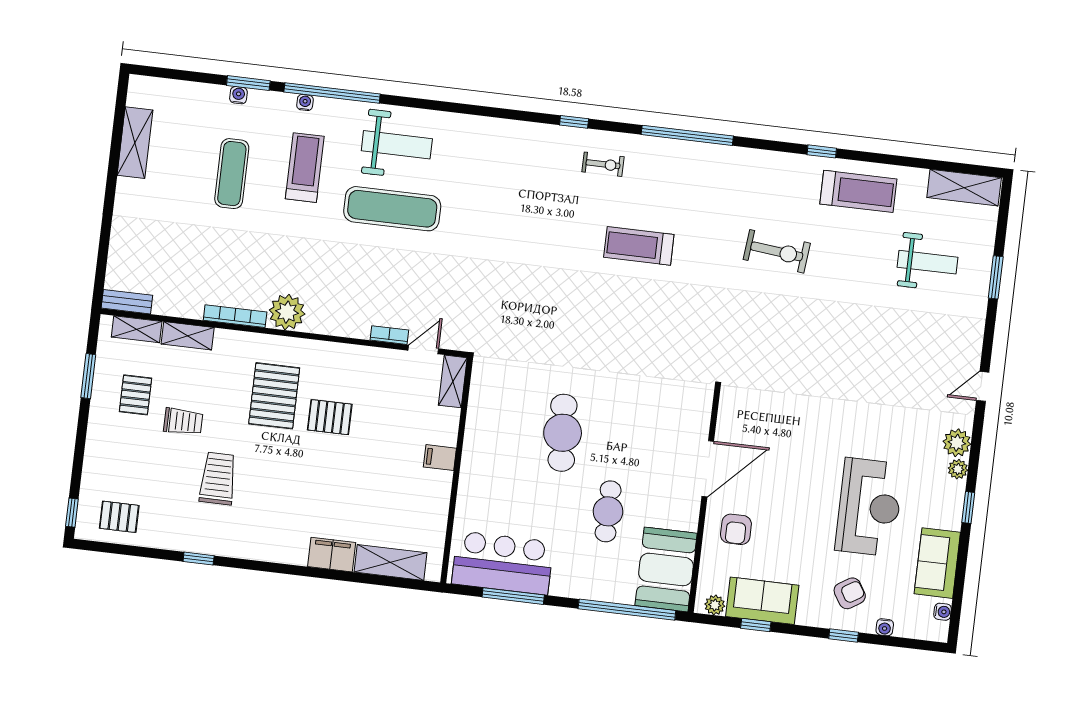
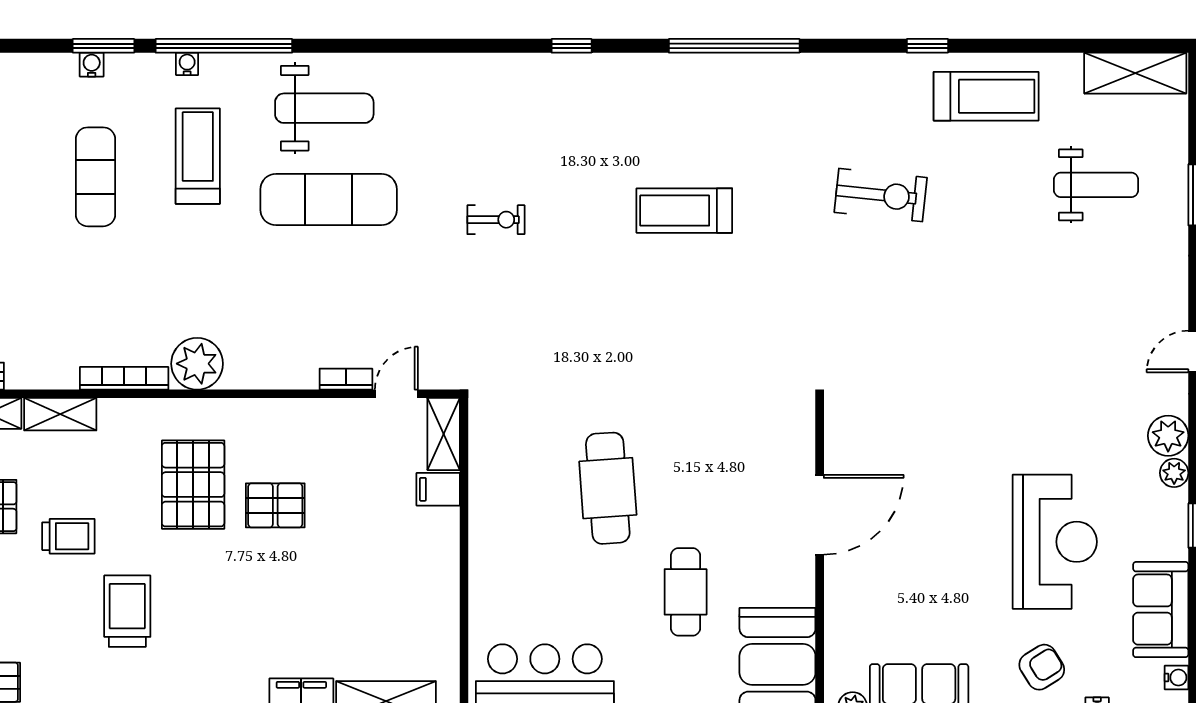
exercise bike: (603, 164) -> (496, 220), moved
filing cabinet: (440, 458) -> (438, 489), moved
armchair: (736, 529) -> (870, 596), removed

